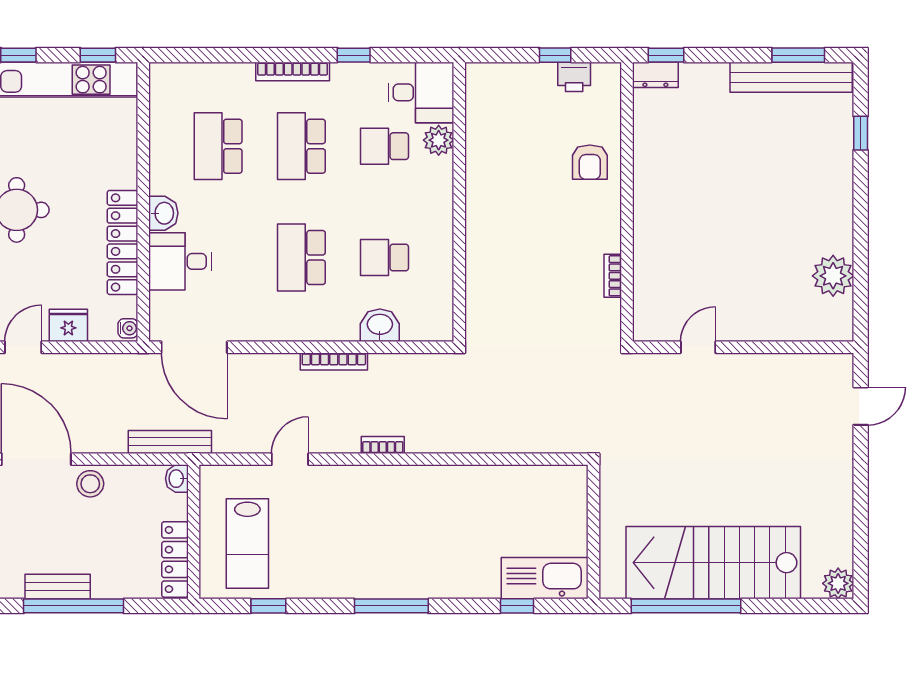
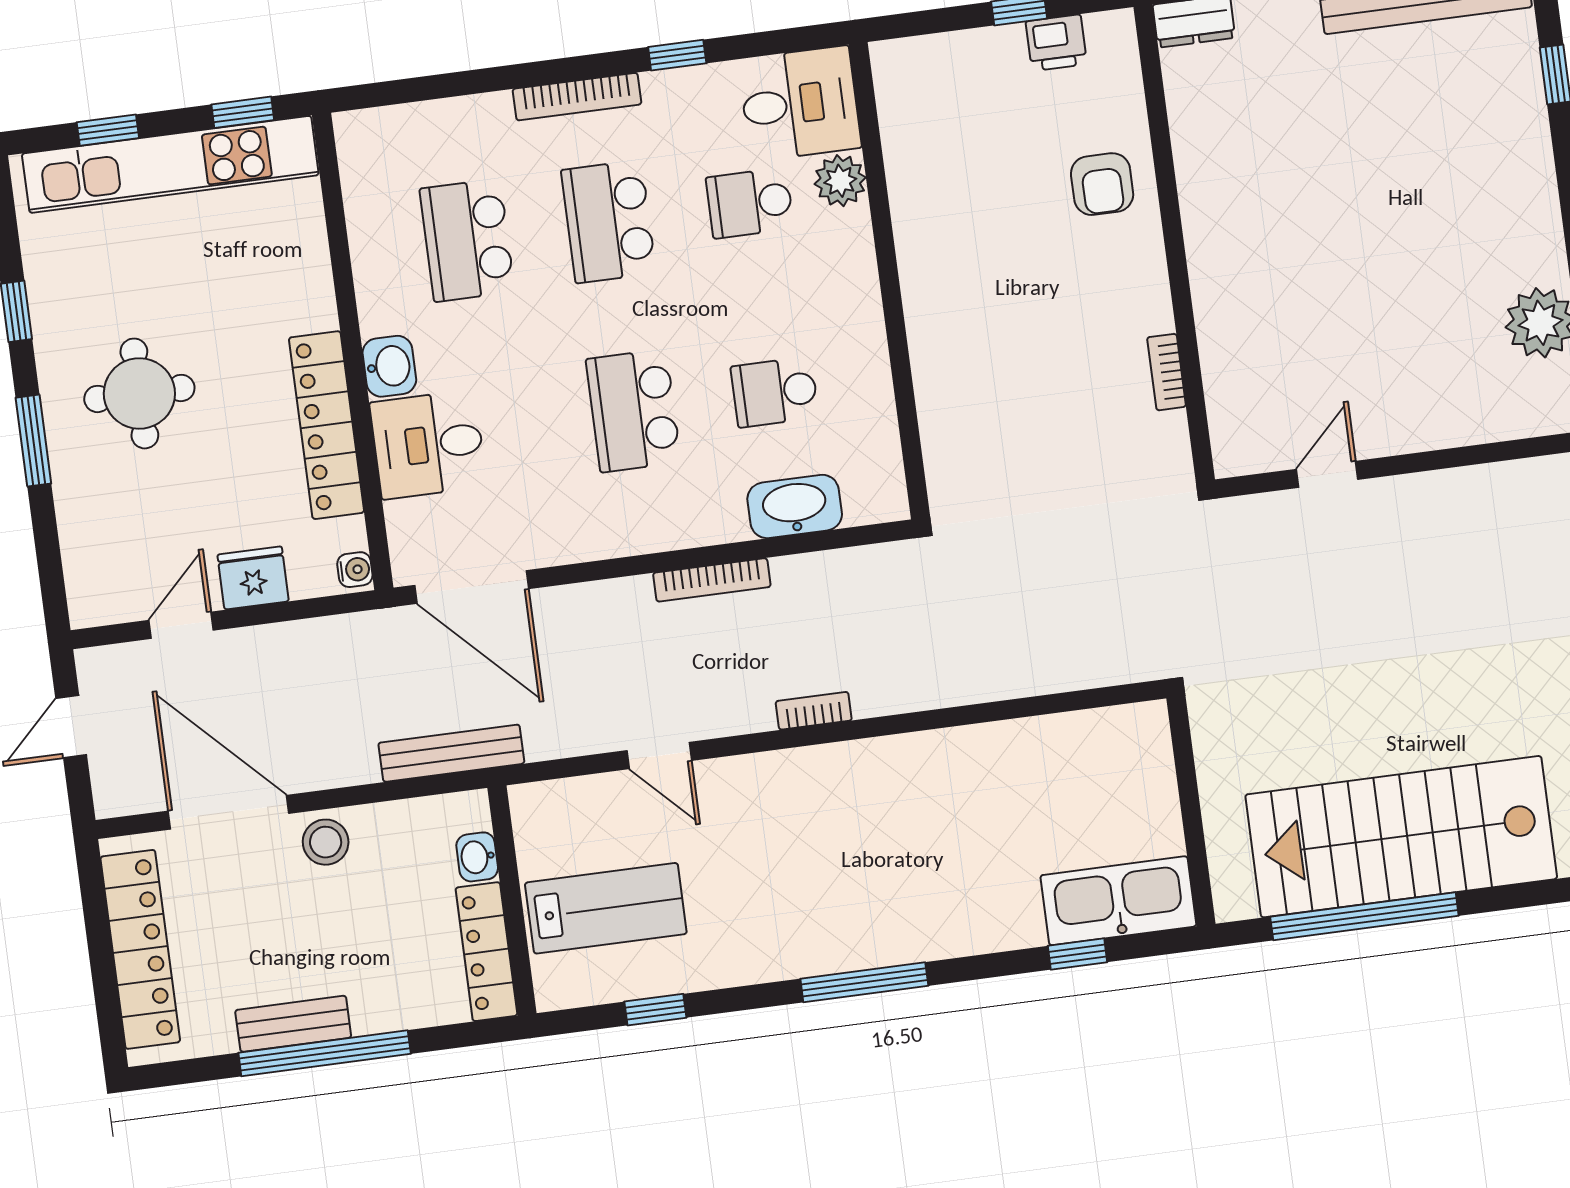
washbasin: (380, 325) -> (795, 506), width x1.38
door: (290, 459) -> (659, 756), swing flipped
washbasin: (177, 479) -> (477, 857), moved
lab bench: (247, 543) -> (606, 908), turned -90

